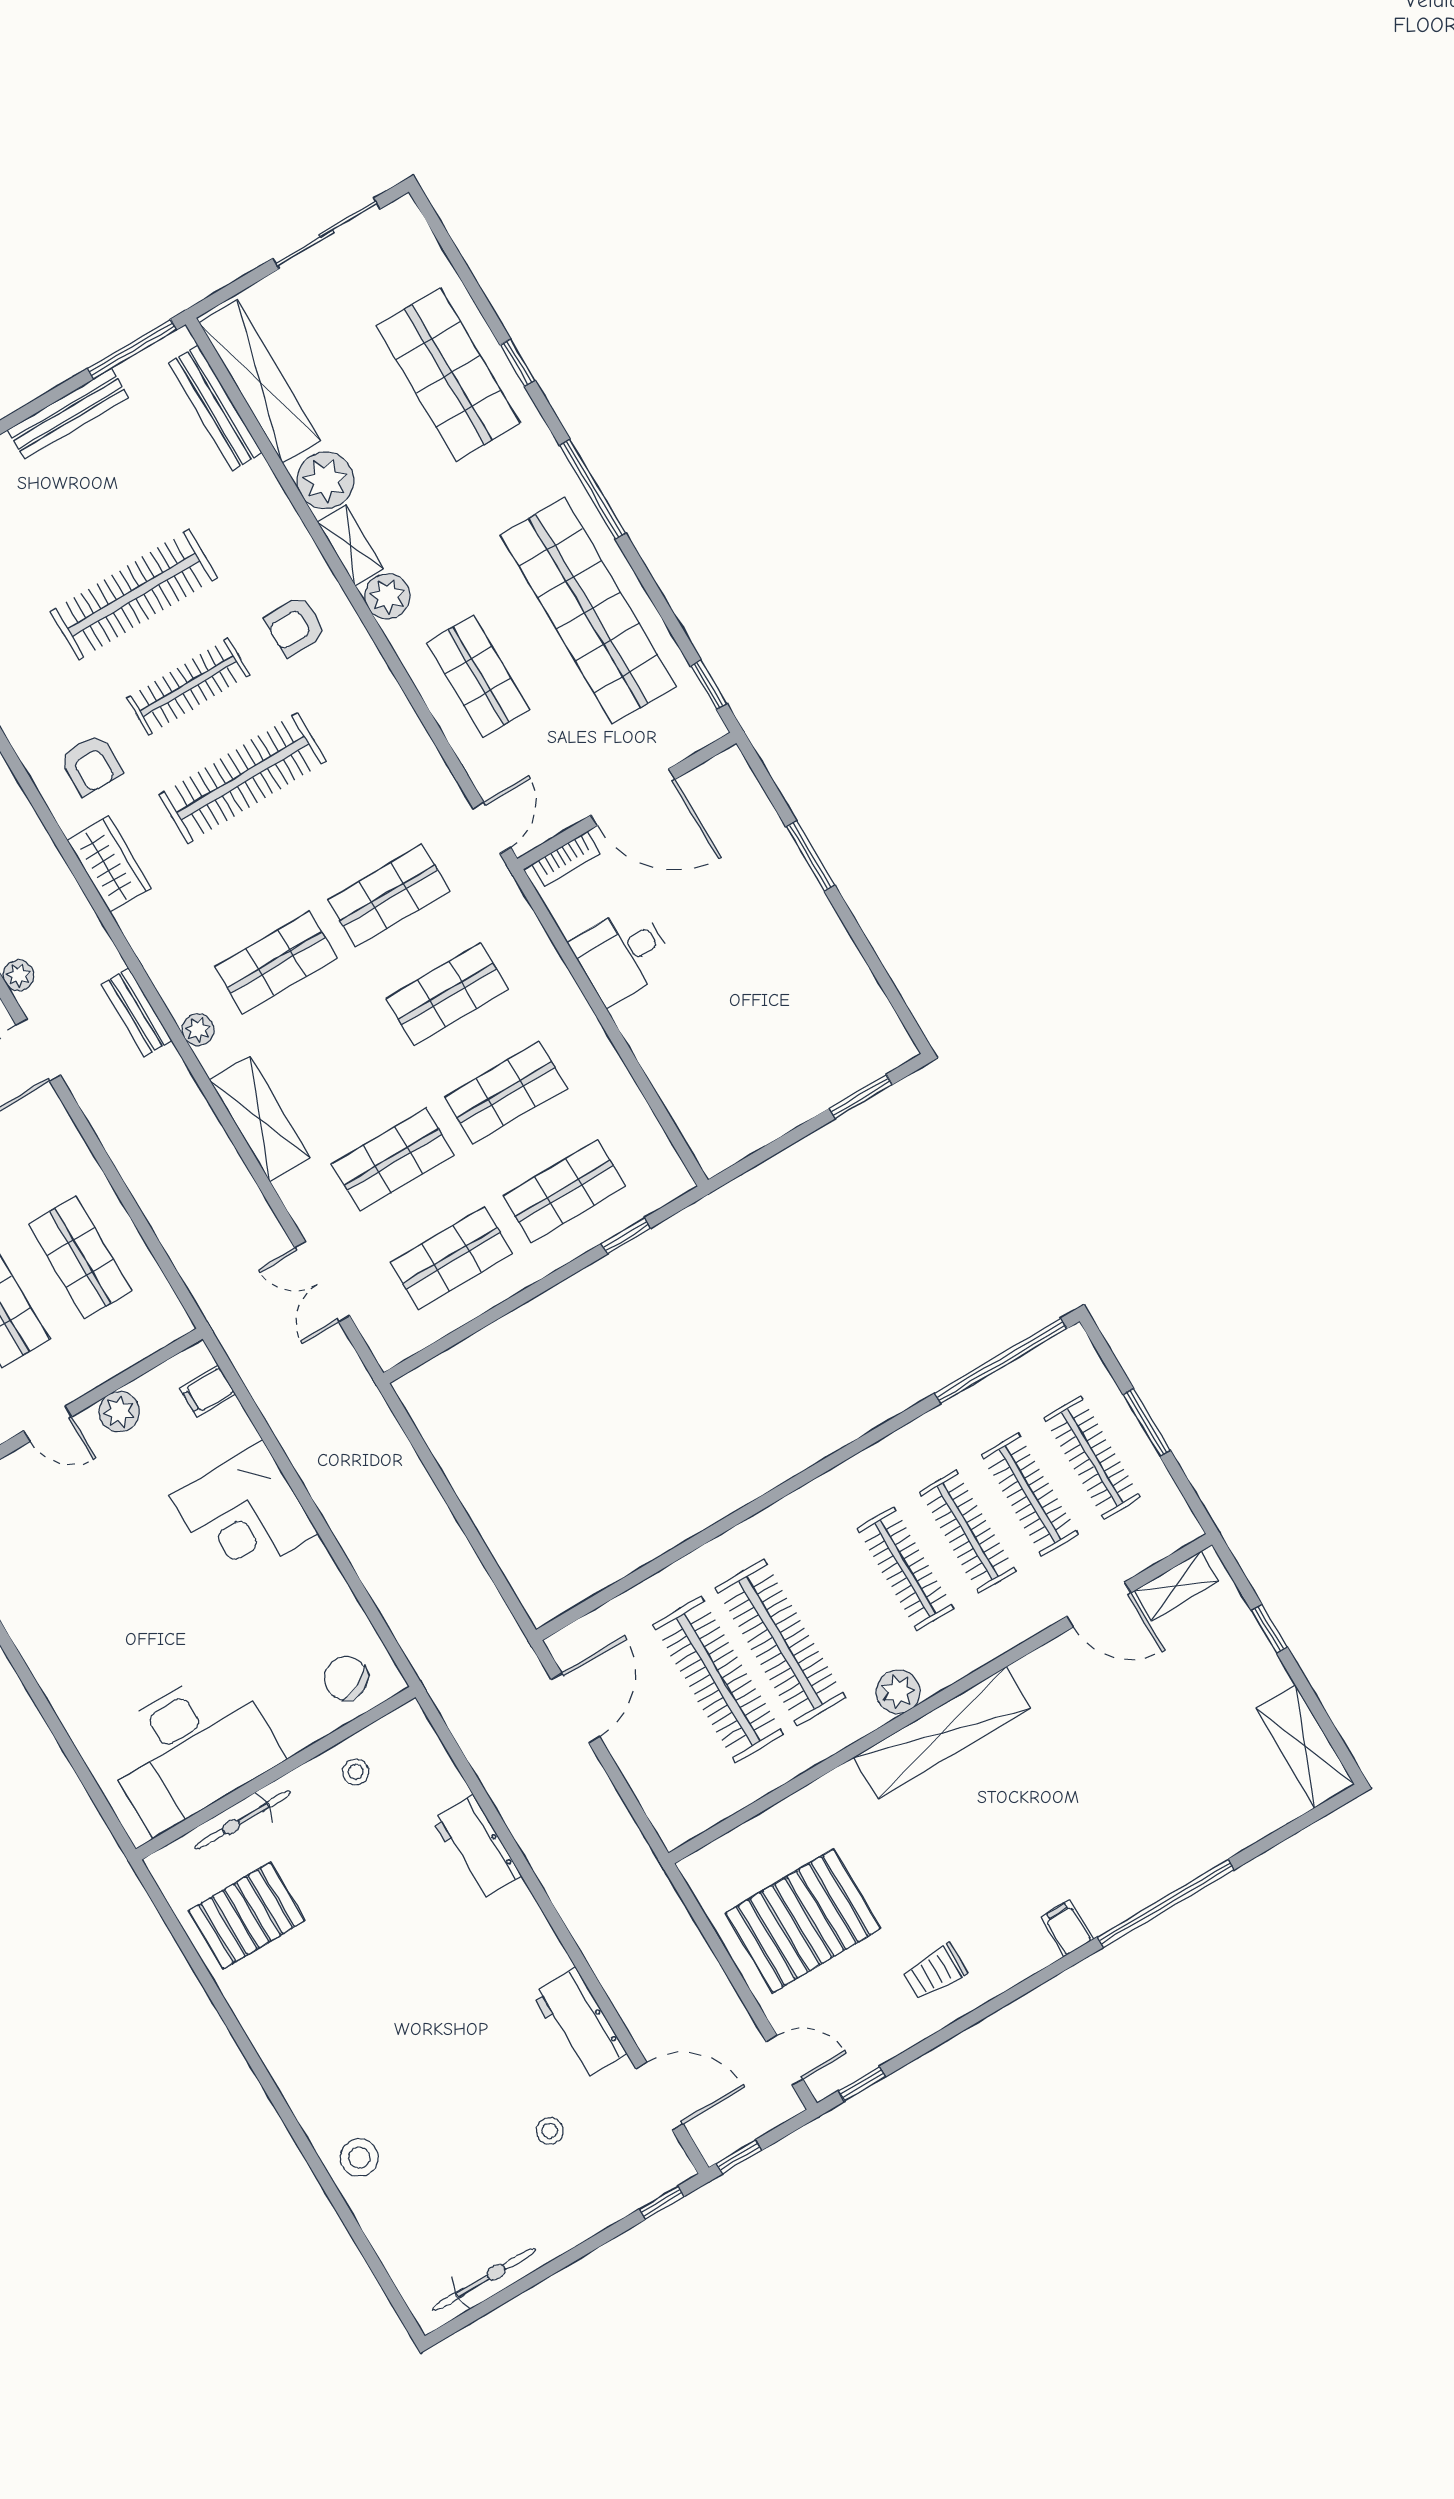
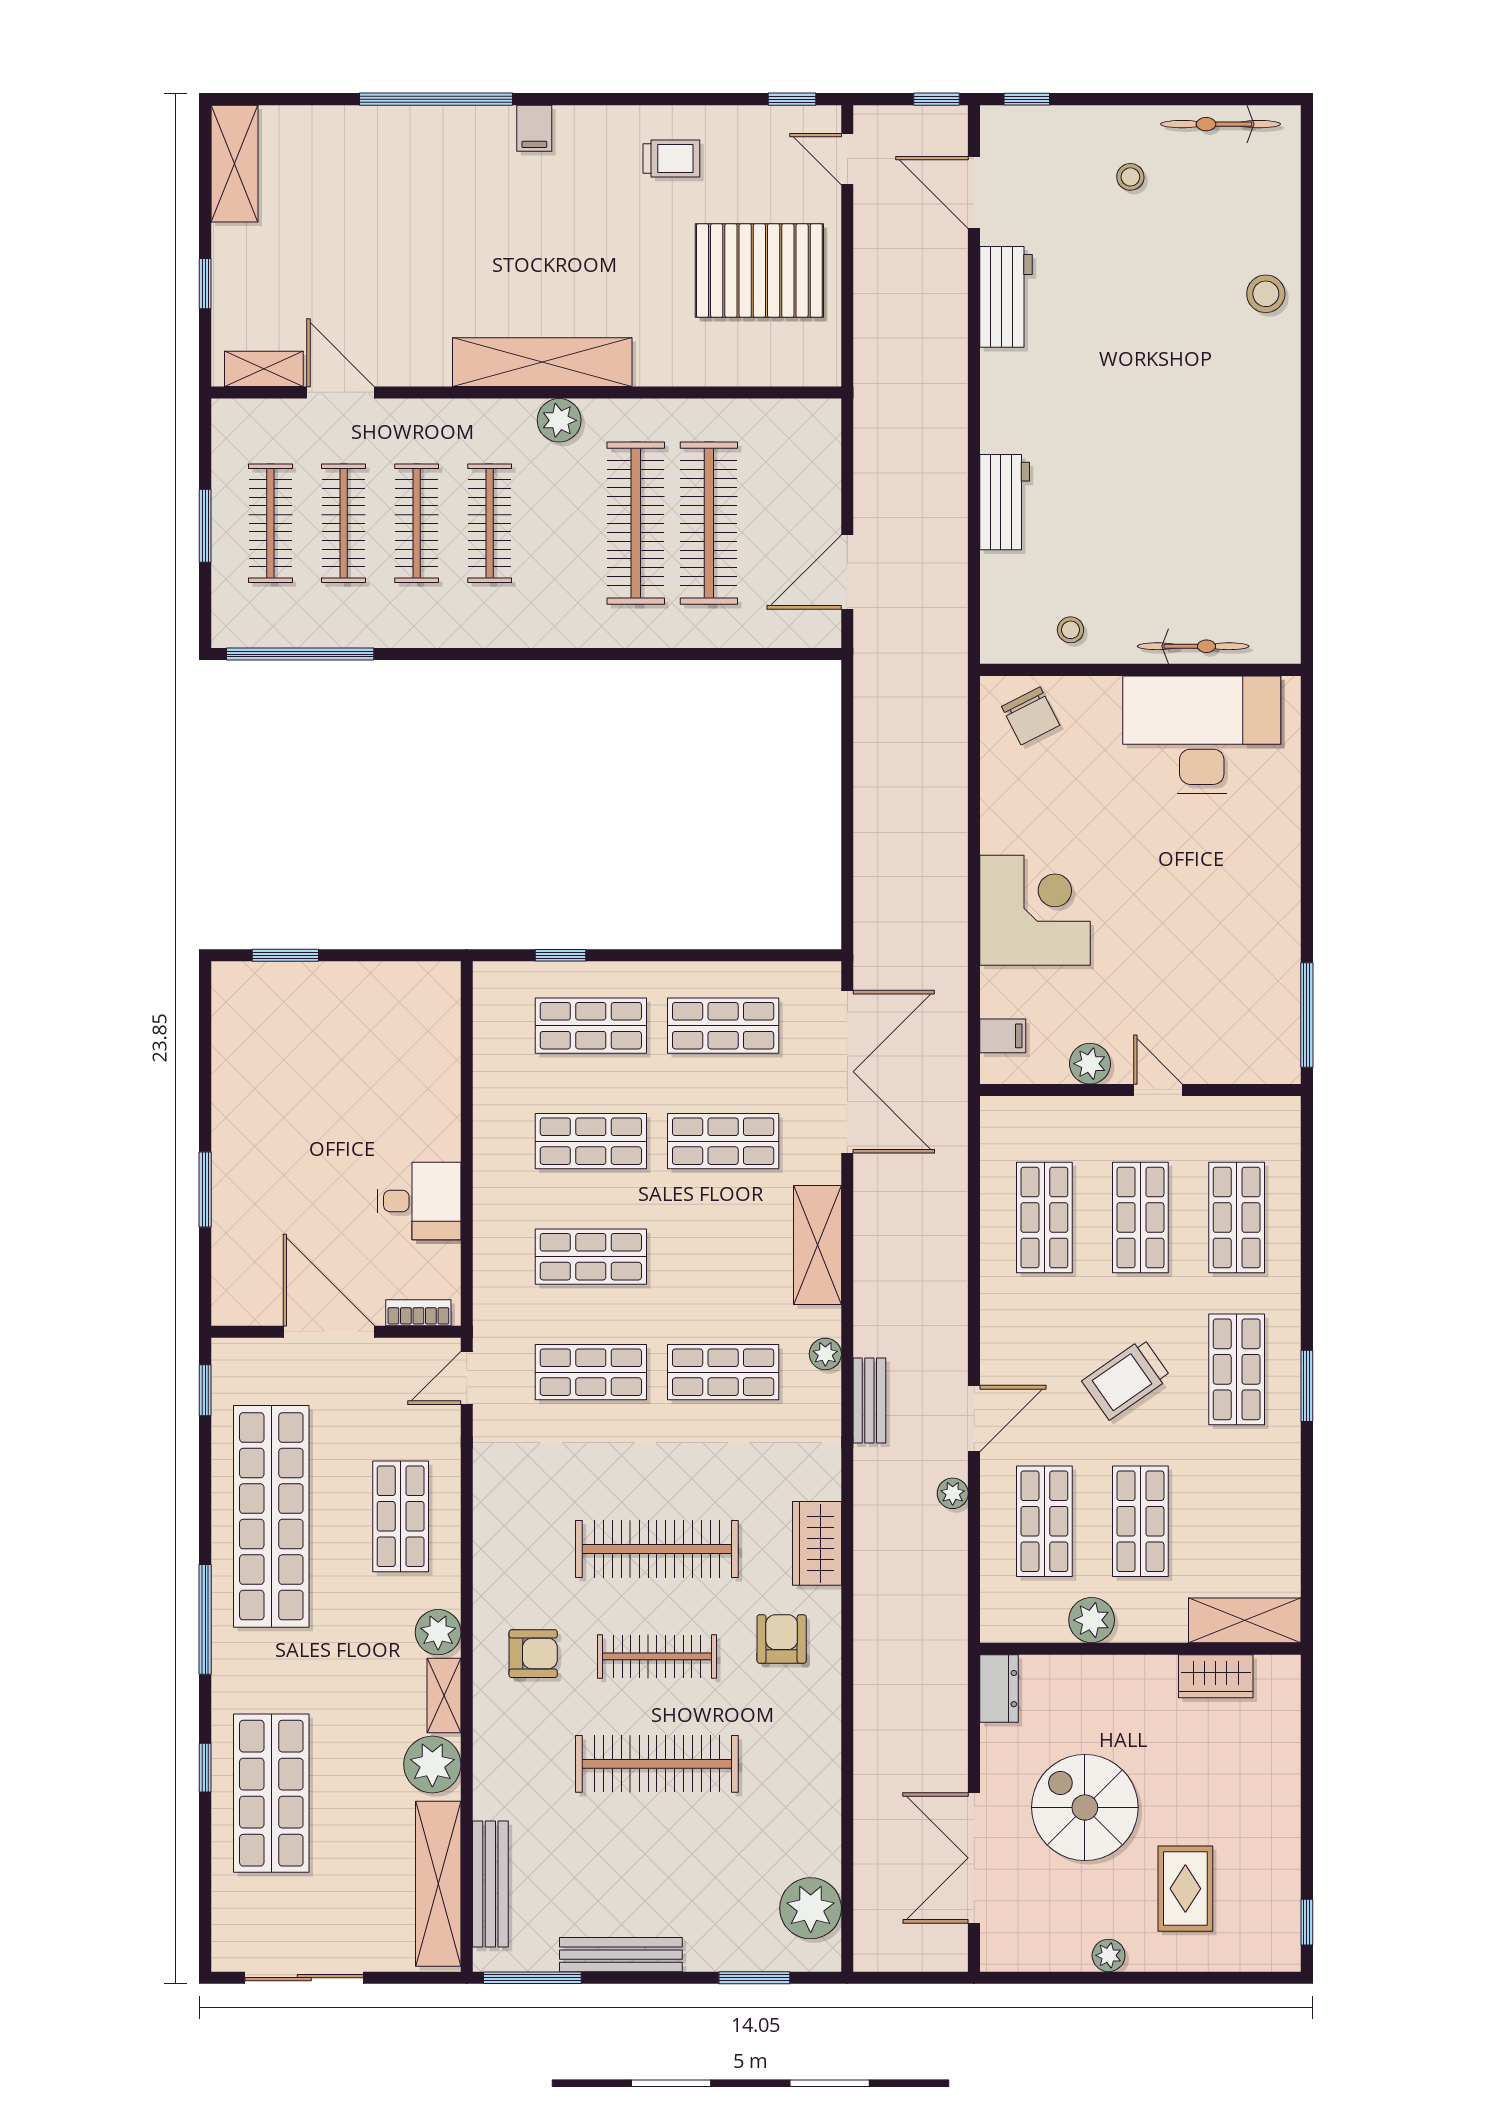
double door: (322, 1282) -> (847, 1072), width x1.87
pallet: (247, 1916) -> (1239, 561), removed
stool: (550, 2131) -> (1130, 177), moved

